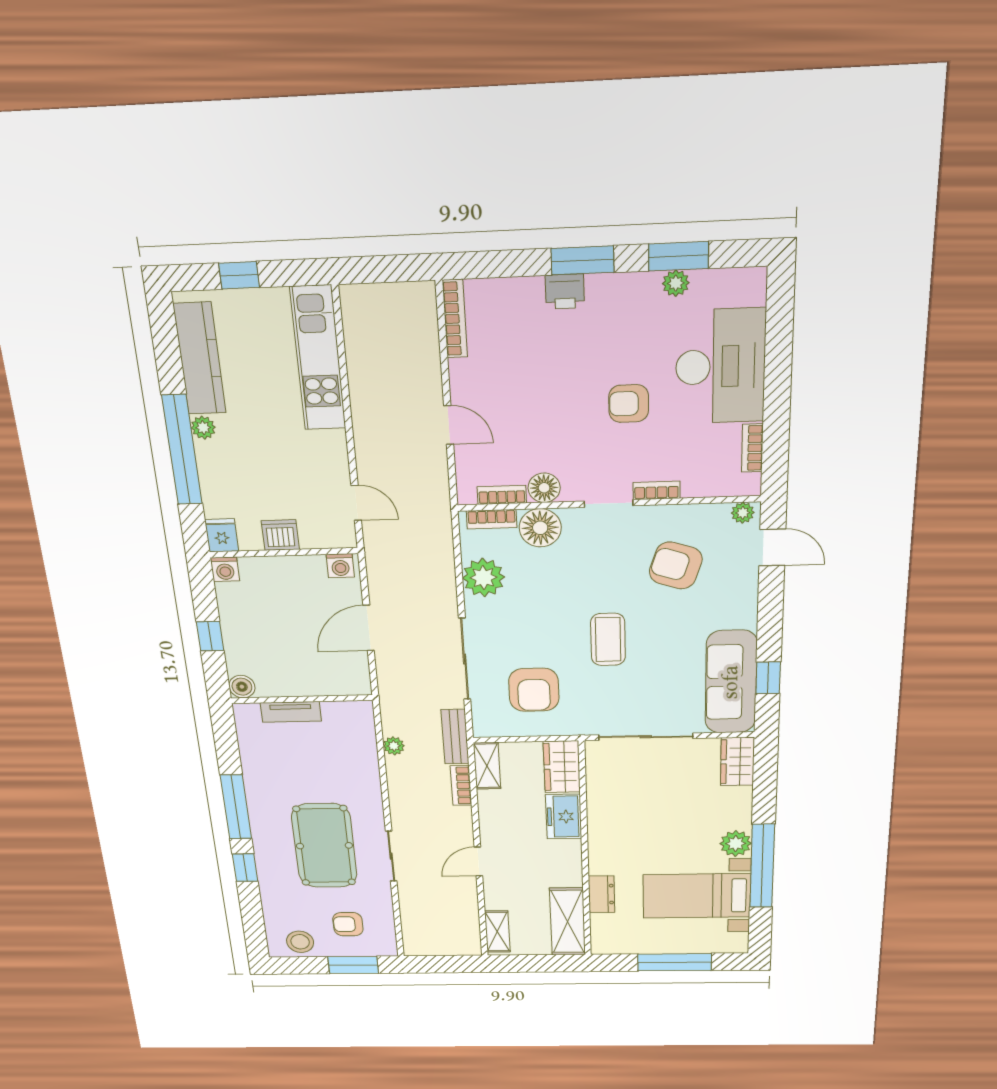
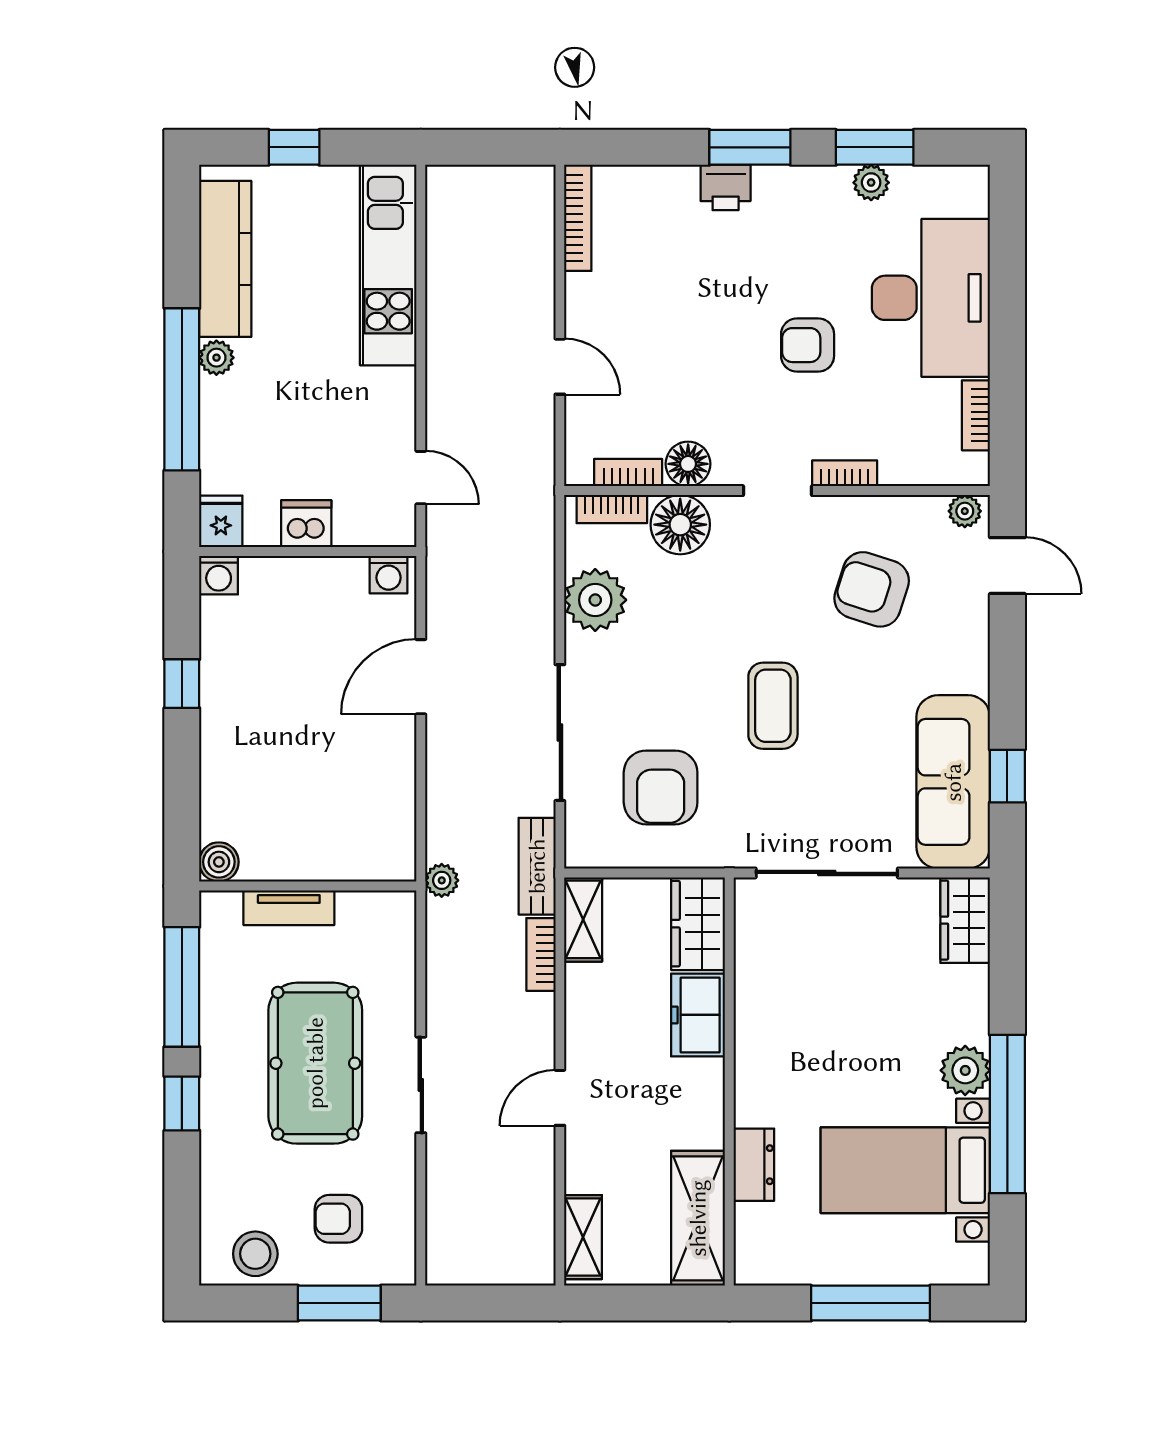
boiler: (242, 687) -> (219, 862), moved
wall: (302, 699) -> (308, 886), moved
tv unit: (291, 712) -> (289, 908), moved

